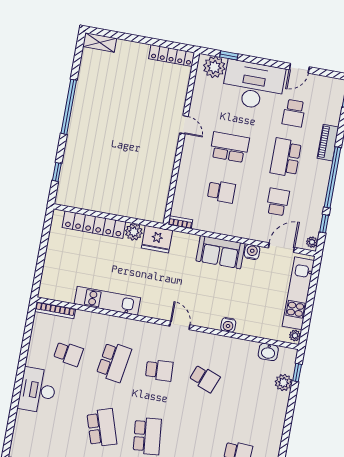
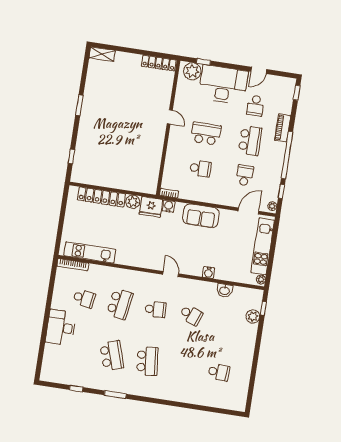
window: (69, 107) -> (79, 105), width x0.47
school desk: (286, 157) -> (250, 140), turned 180
water cooler: (252, 252) -> (169, 206), moved
kitchen unit: (107, 301) -> (90, 252), moved
washbasin: (268, 352) -> (225, 290), moved

